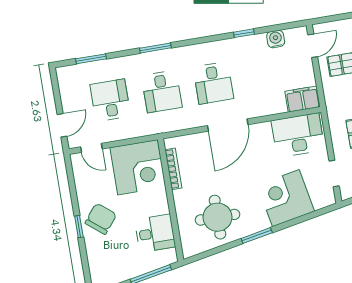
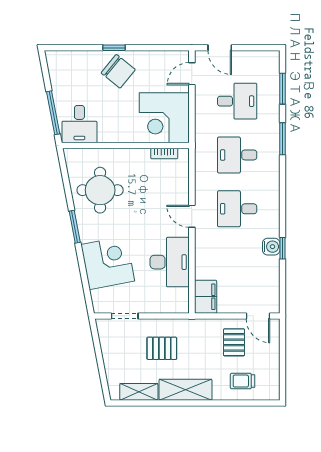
water cooler: (276, 39) -> (271, 247), moved
window: (155, 48) -> (282, 139), moved
door: (228, 125) -> (192, 216), width x0.53
desk: (298, 135) -> (170, 262), moved
bookcase: (173, 169) -> (164, 154), width x0.64
desk: (155, 233) -> (79, 124), moved

